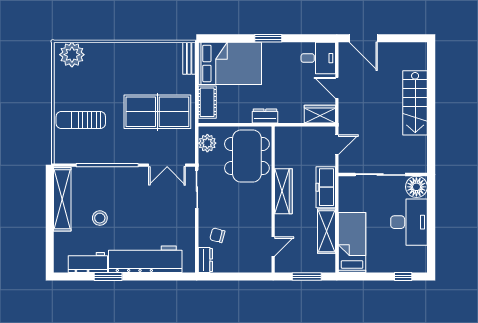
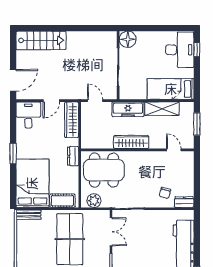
stairs: (415, 103) -> (41, 40), moved
wardrobe: (320, 114) -> (72, 120), width x1.50
desk: (409, 222) -> (180, 50), moved, turned 90

